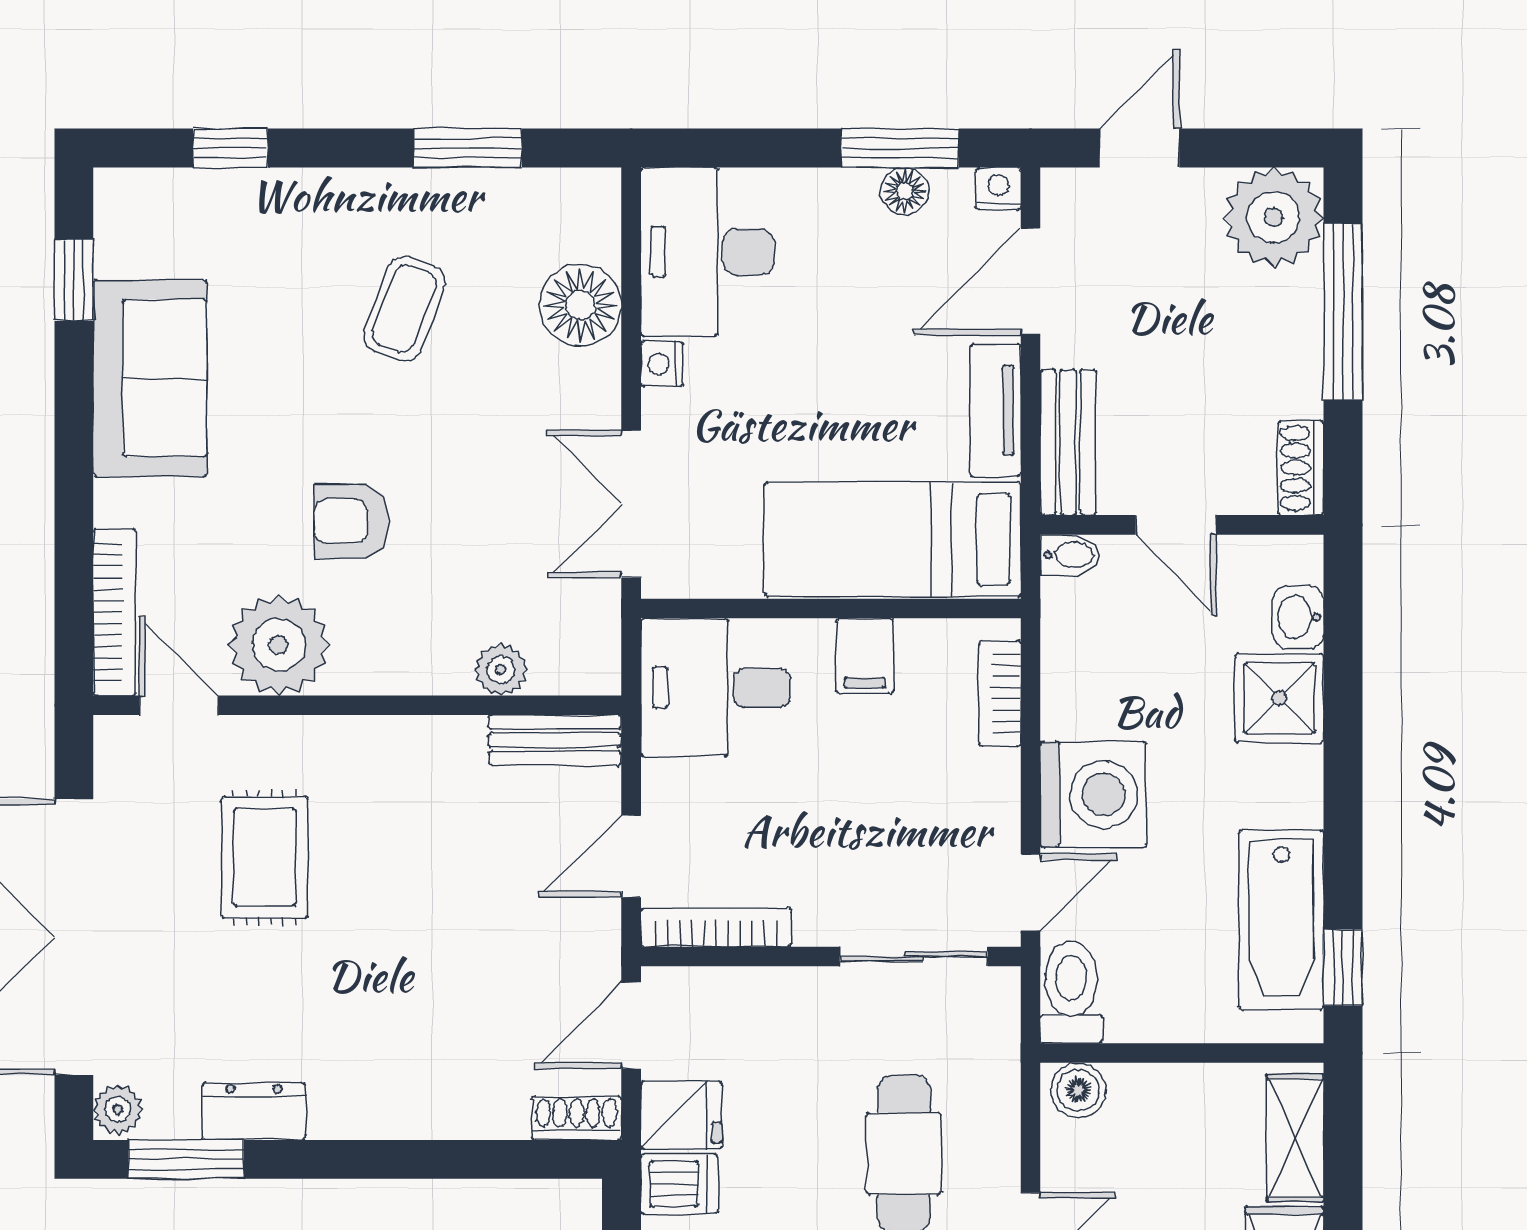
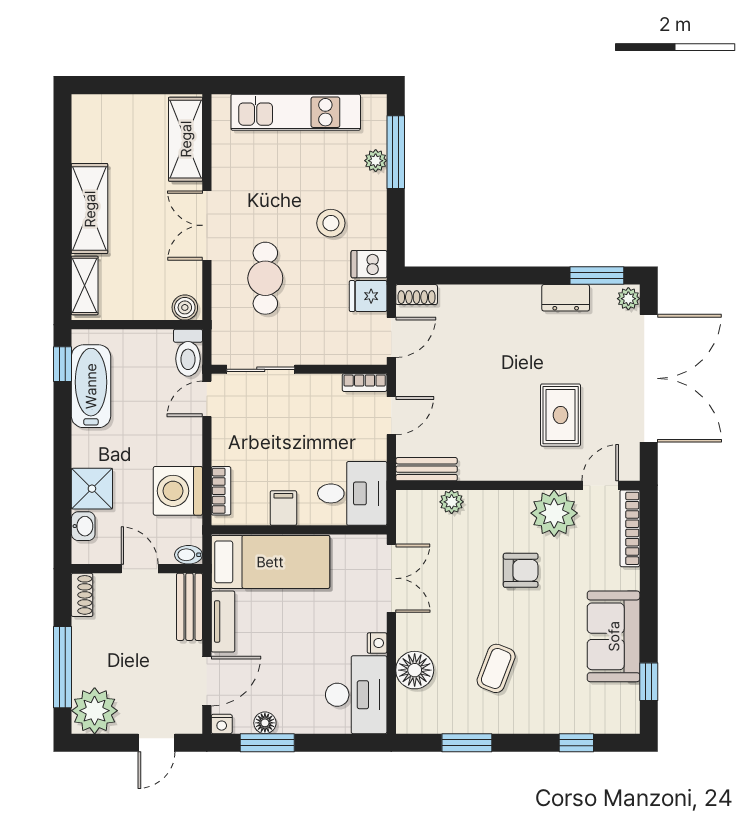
door: (179, 705) -> (600, 485), swing flipped
washing machine: (1093, 794) -> (178, 491), moved
bookcase: (716, 927) -> (365, 383), width x0.64

